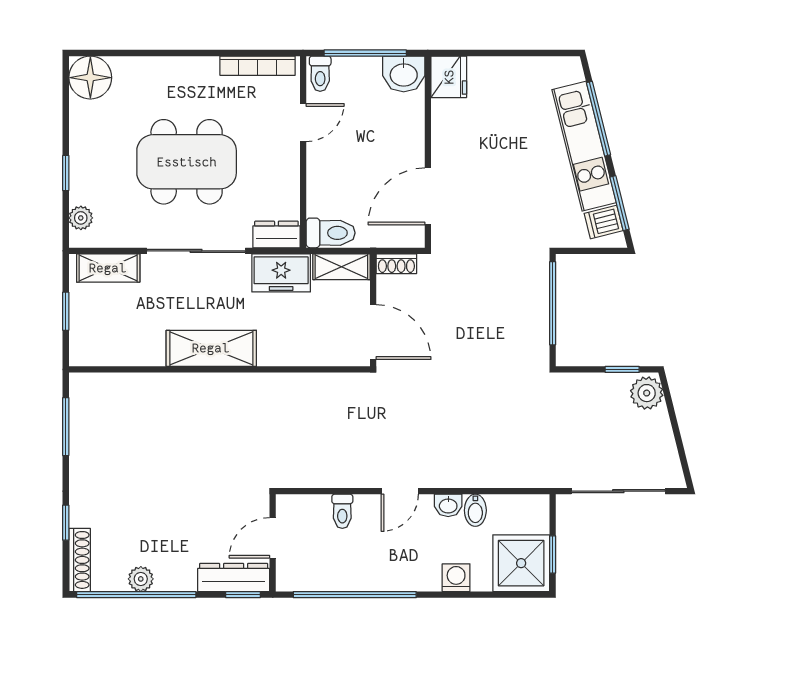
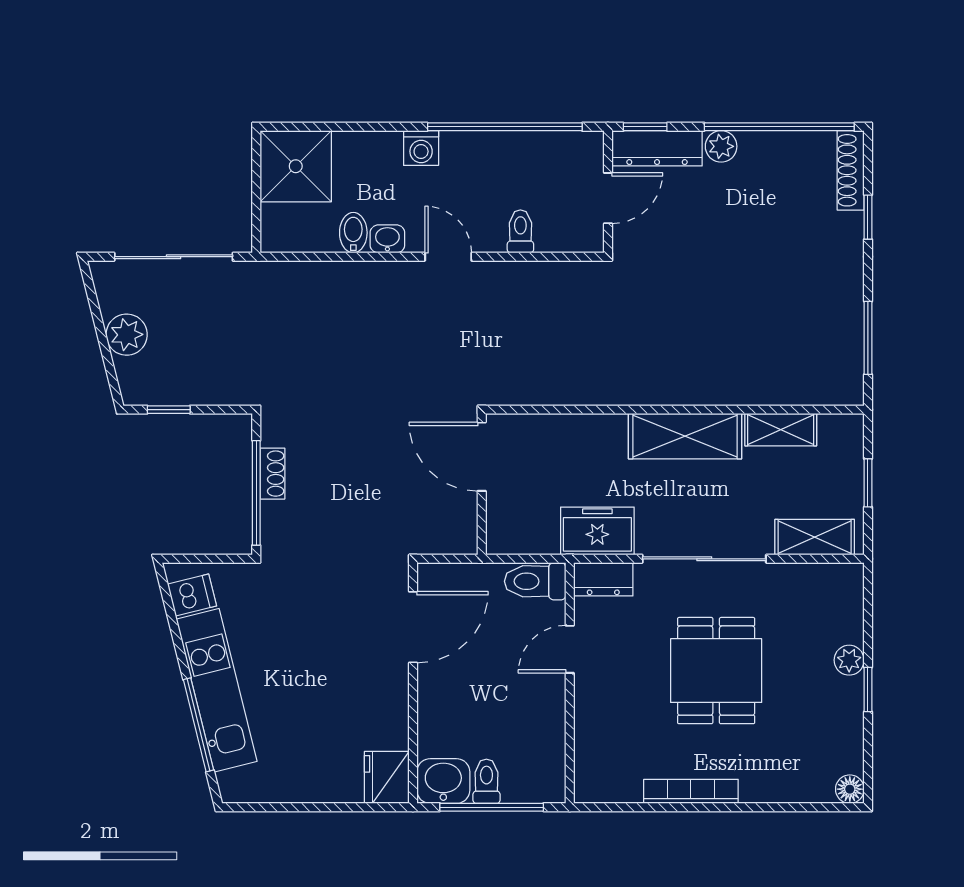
bookcase: (258, 66) -> (691, 791), moved
toilet: (320, 74) -> (486, 781), moved
floor lamp: (90, 78) -> (850, 789), width x0.53, depth x0.53
door: (303, 123) -> (570, 649), moved
dining table: (187, 162) -> (716, 671), width x0.73
window: (66, 173) -> (868, 690), moved
window: (620, 203) -> (172, 619), removed
plant: (81, 218) -> (849, 660), moved
shoe rack: (396, 264) -> (272, 474), moved, turned 90
shelving: (341, 267) -> (781, 430), moved
plant: (647, 393) -> (127, 335), moved
door: (400, 491) -> (448, 257), hinge flipped
window: (553, 554) -> (256, 177), removed
washing machine: (456, 578) -> (421, 148), moved
plant: (141, 579) -> (721, 146), moved

